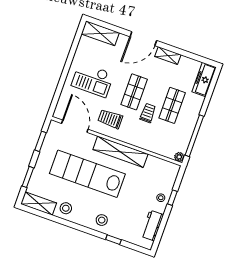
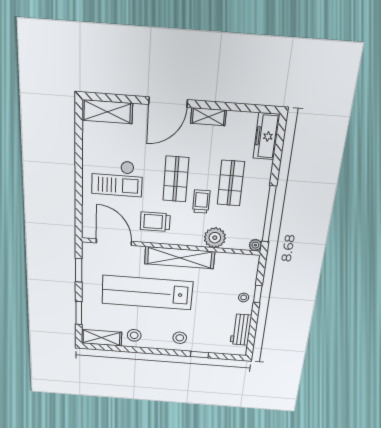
plant: (151, 143) -> (215, 238), added

